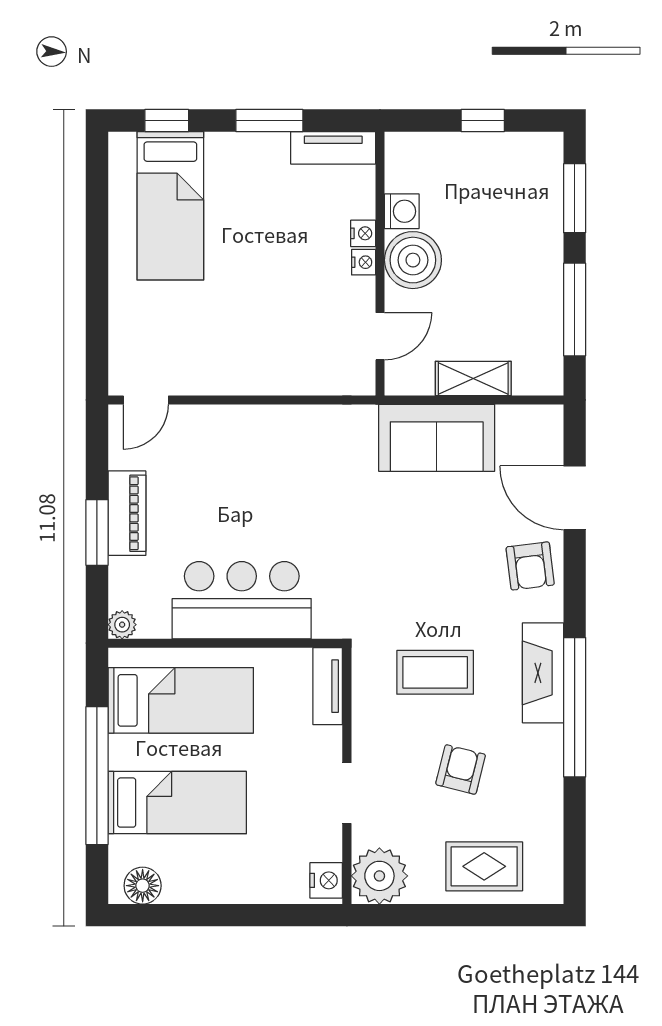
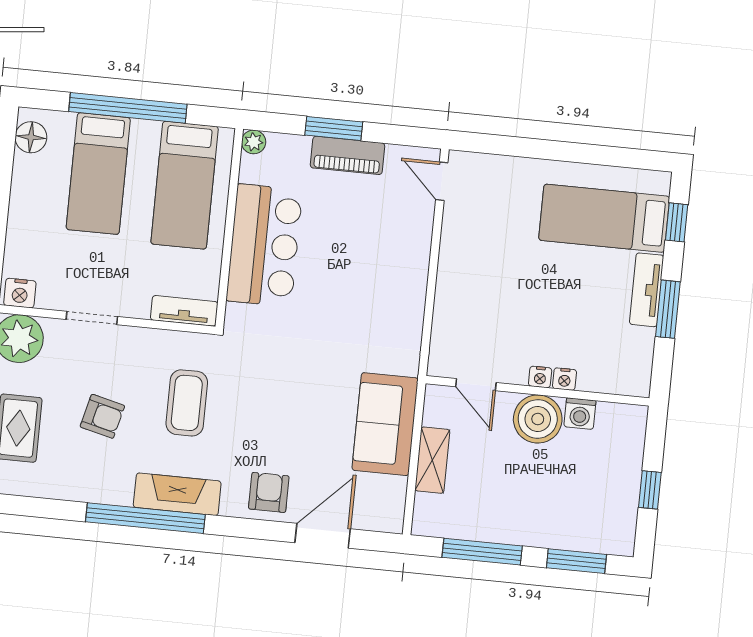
tv unit: (333, 148) -> (647, 290), moved
armchair: (530, 566) -> (269, 492), turned 97

